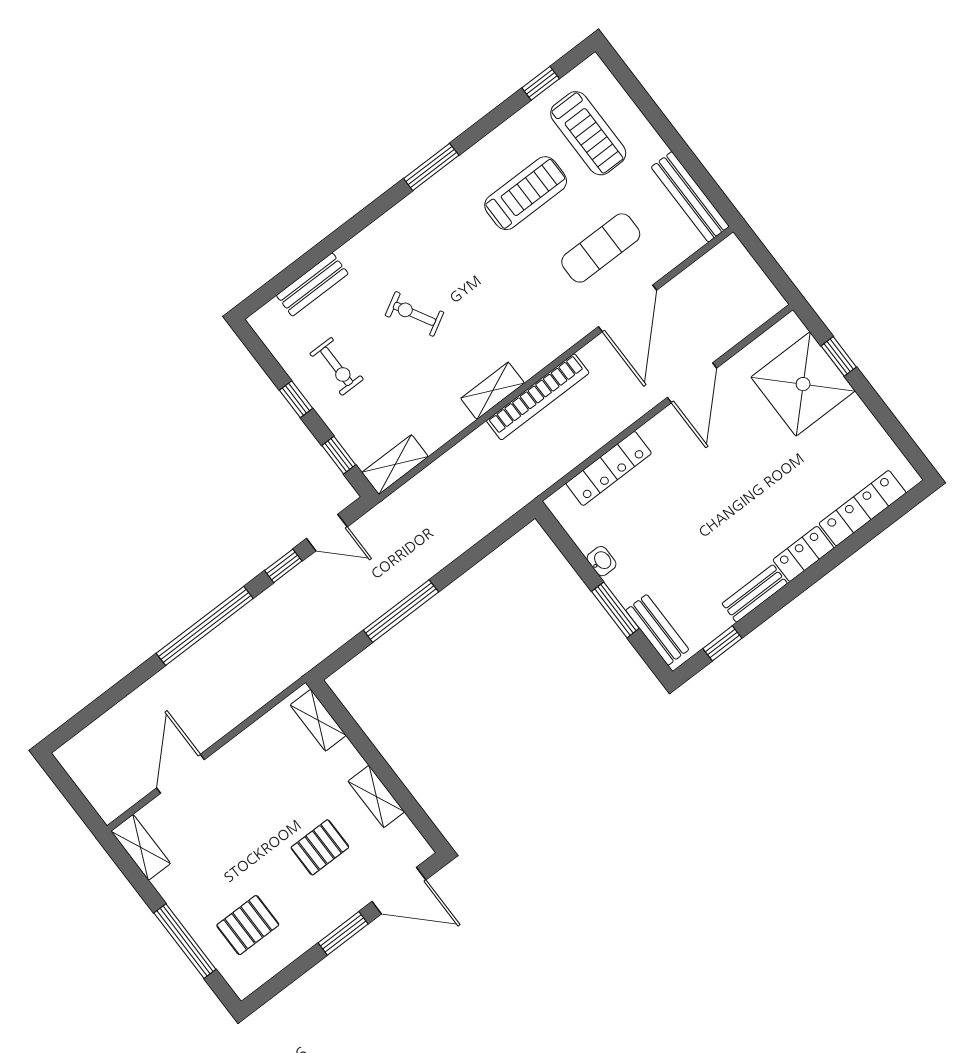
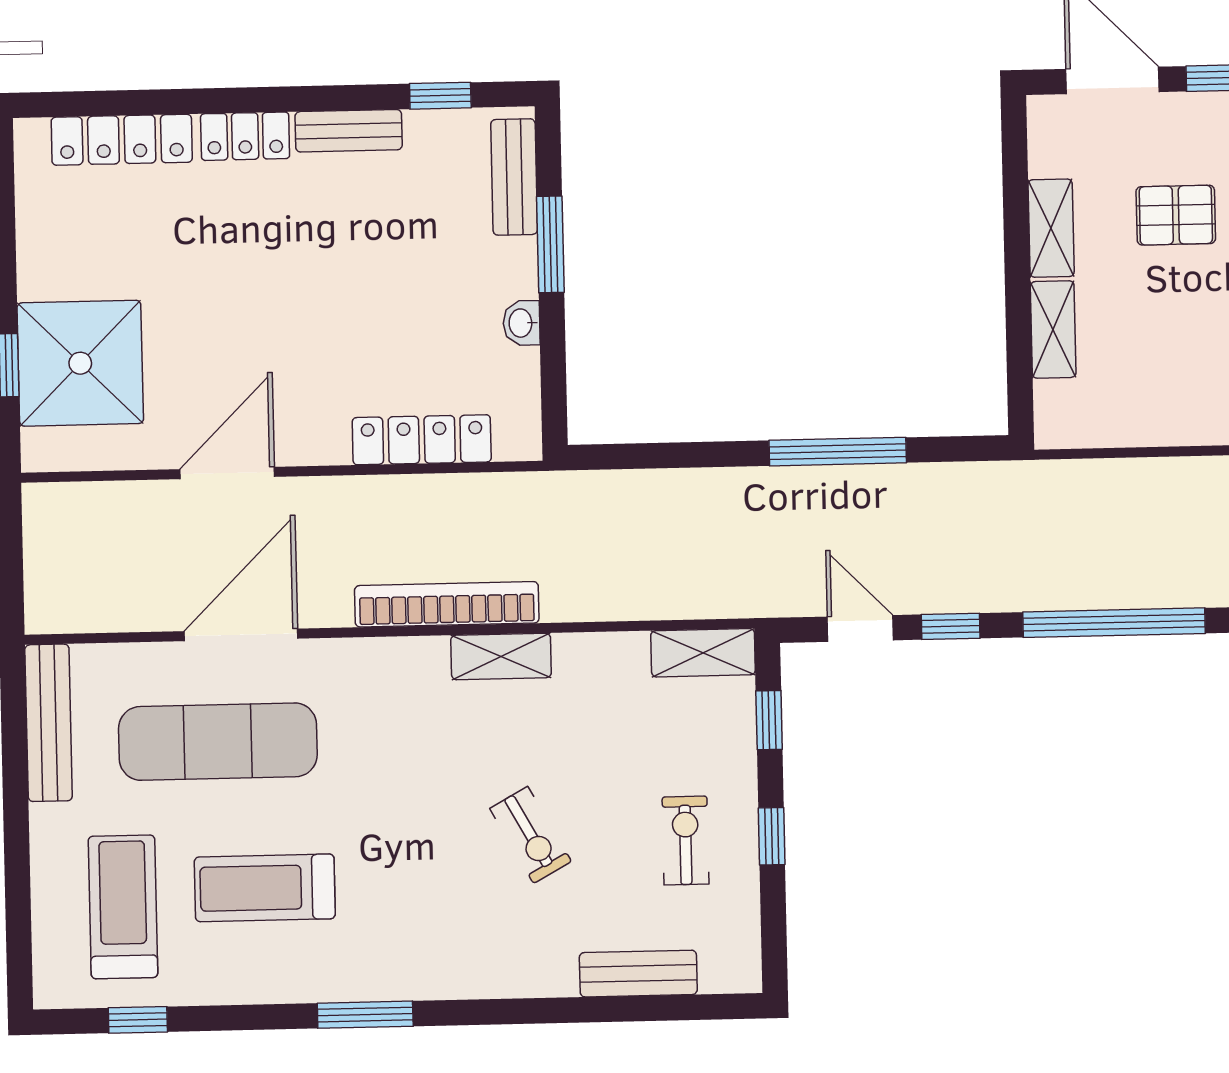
exercise mat: (601, 248) -> (218, 742), width x1.36, depth x1.45
shelving: (318, 720) -> (1053, 329), moved

